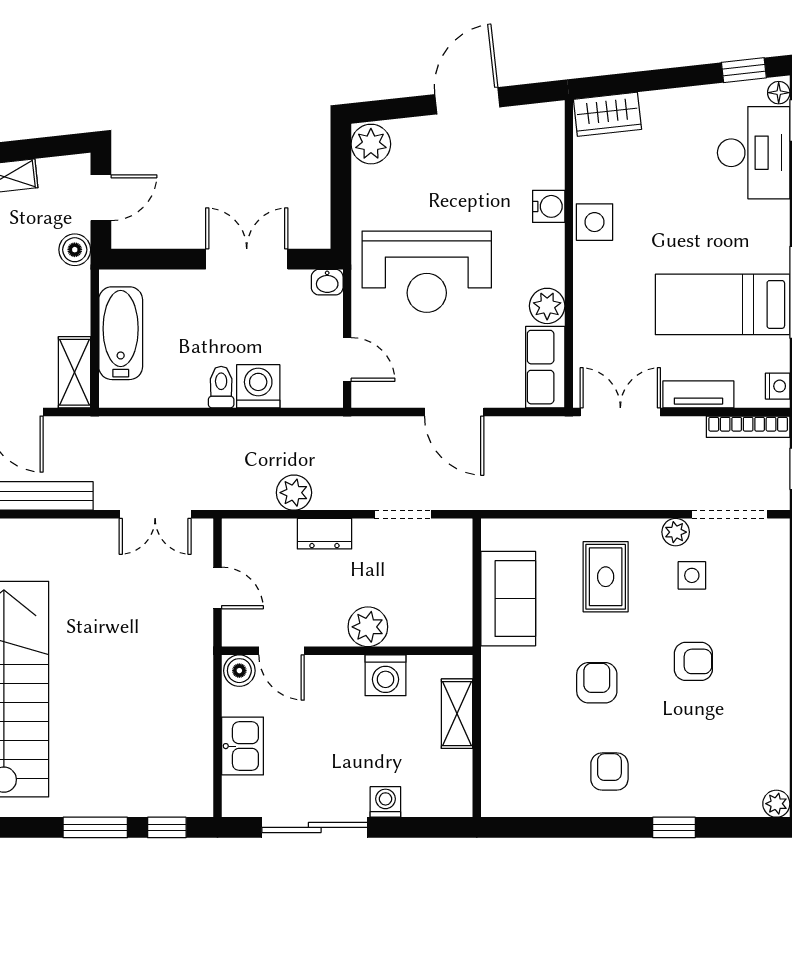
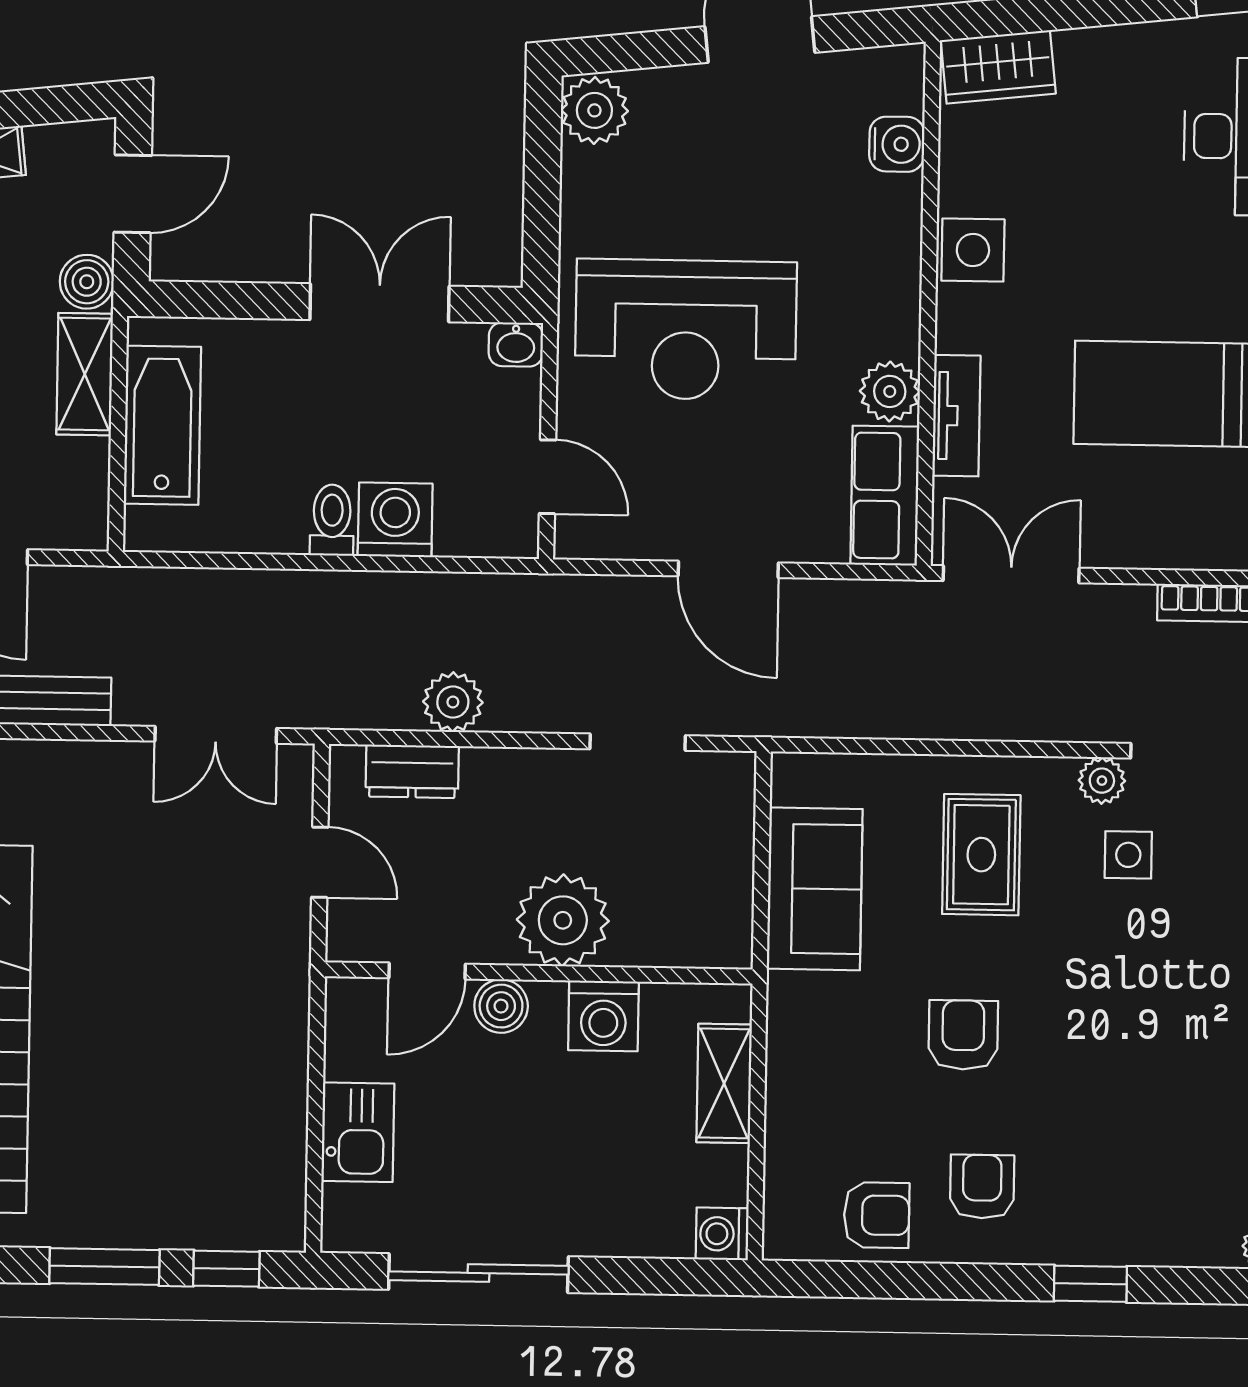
water cooler: (549, 206) -> (897, 144), moved
shelving: (75, 372) -> (85, 374), moved
tv unit: (698, 394) -> (956, 416), moved, turned 90
dresser: (324, 534) -> (412, 771), moved
plant: (368, 627) -> (563, 920), width x1.36, depth x1.36
door: (282, 651) -> (427, 971), hinge flipped
armchair: (693, 661) -> (877, 1215), moved
boiler: (239, 671) -> (501, 1006), moved
washing machine: (385, 802) -> (722, 1234), moved, turned -90

